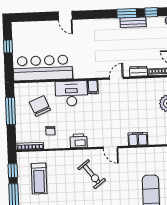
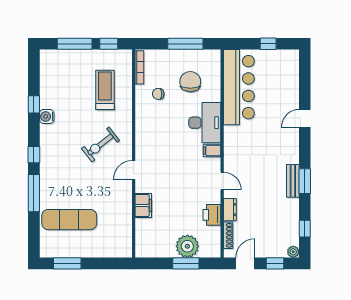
window: (127, 13) -> (305, 181), moved
bench: (133, 22) -> (293, 181), moved
chair: (40, 106) -> (190, 82), turned -67
printer: (79, 141) -> (212, 215), moved, turned 180
treadmill: (39, 178) -> (105, 90), moved, turned 90

